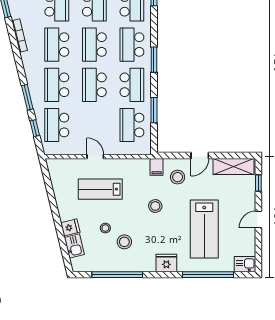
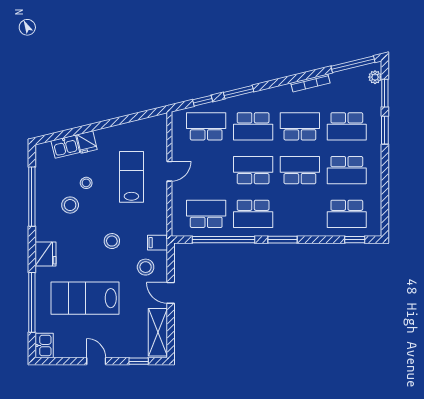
school desk: (132, 45) -> (300, 214), removed
school desk: (57, 85) -> (253, 126), turned 180
window: (154, 110) -> (224, 240), width x2.11

